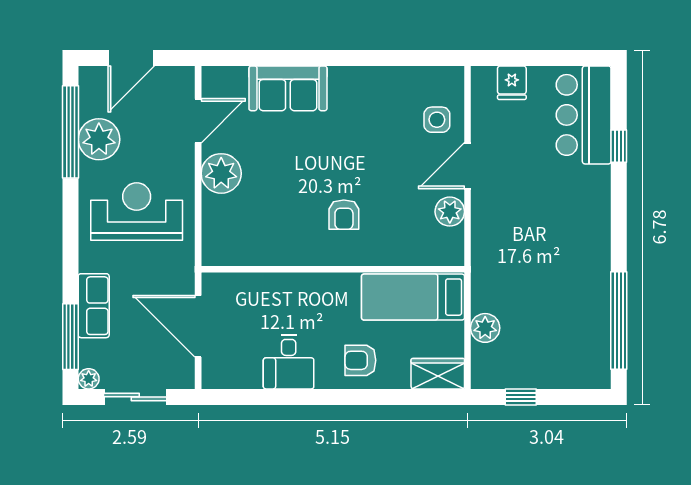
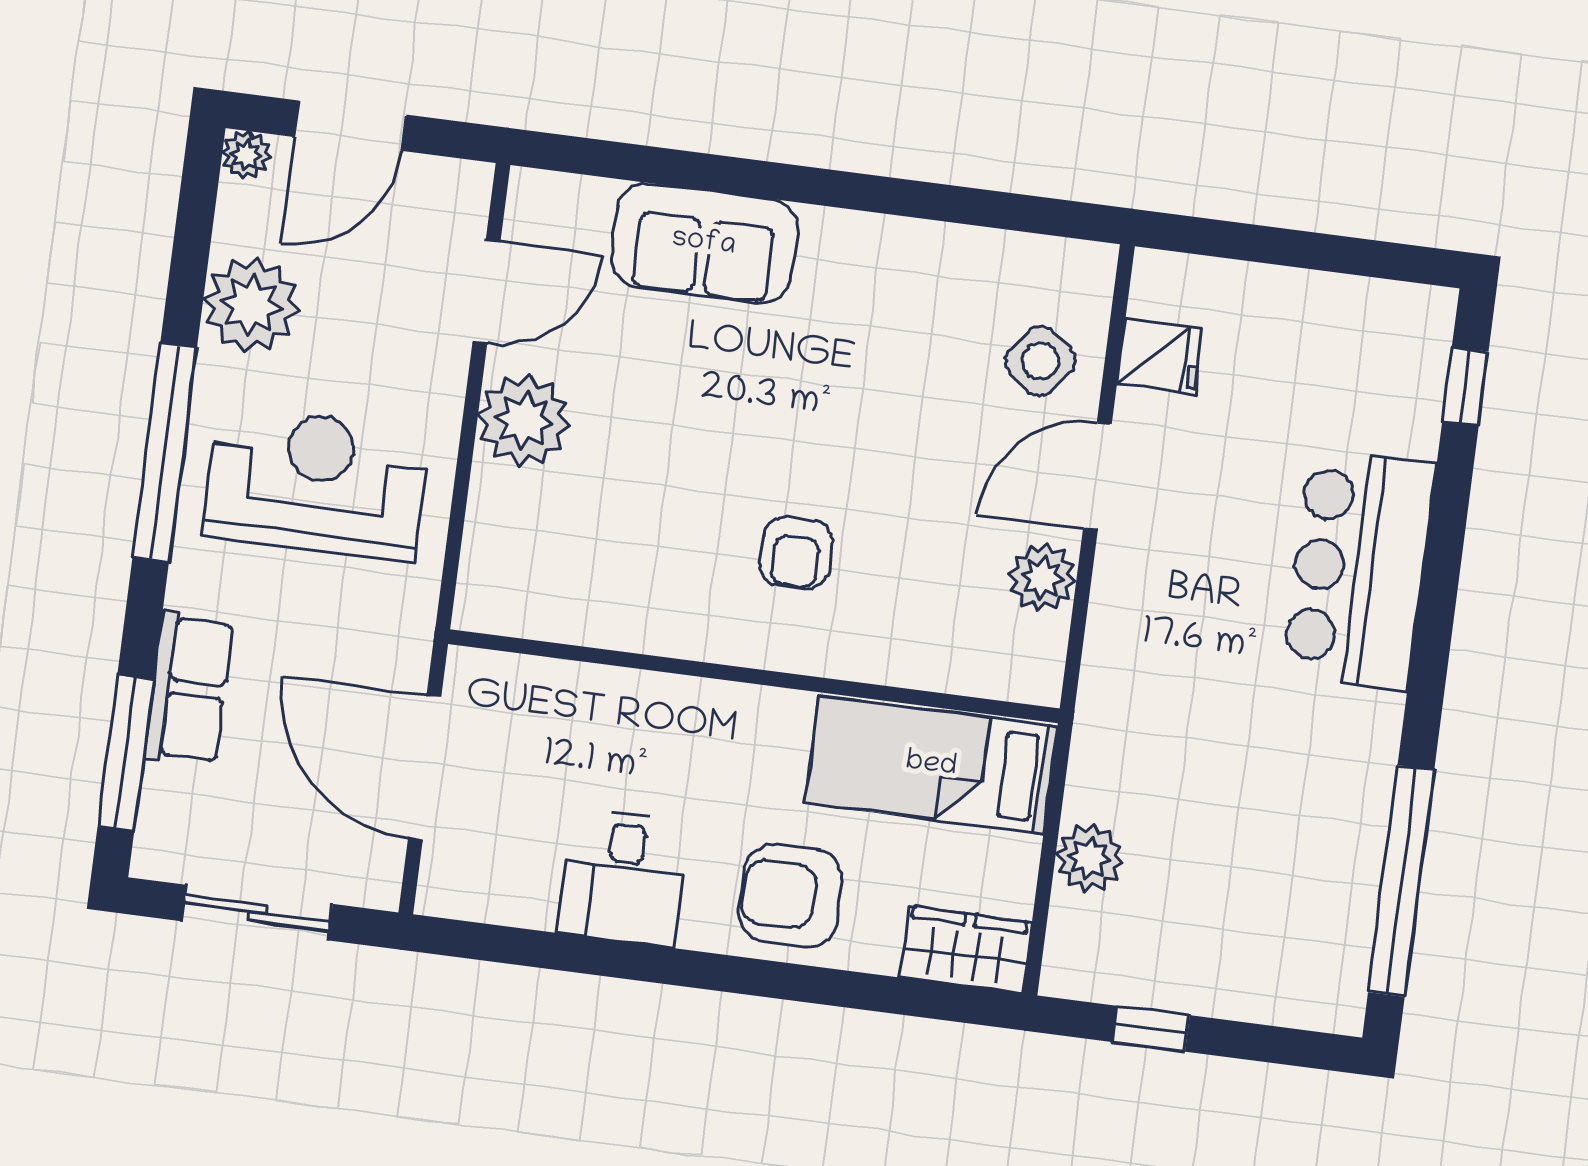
fridge: (512, 83) -> (1160, 357), moved, turned -90
bar counter: (584, 115) -> (1359, 569), moved
side table: (437, 120) -> (1040, 361), turned 38
window: (70, 132) -> (165, 452), moved
window: (619, 146) -> (1465, 386), moved
armchair: (360, 360) -> (791, 896), width x1.38, depth x1.38
plant: (89, 379) -> (246, 155), moved

